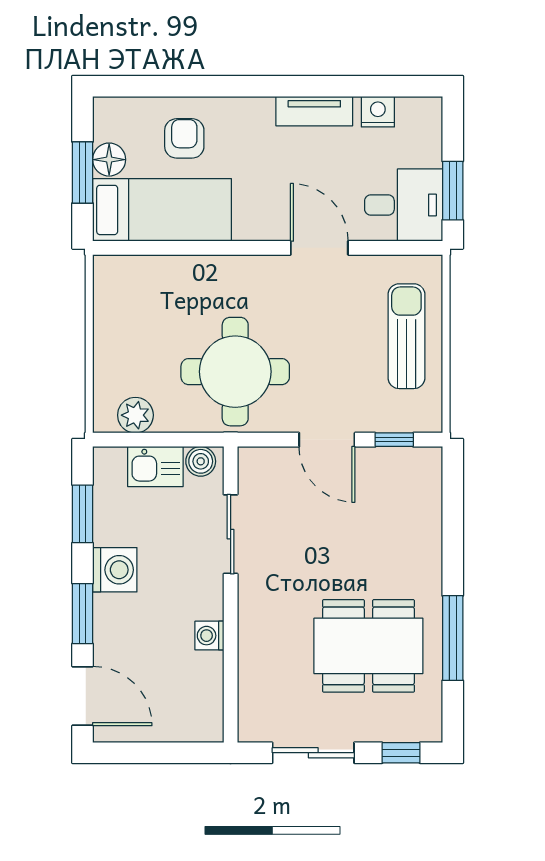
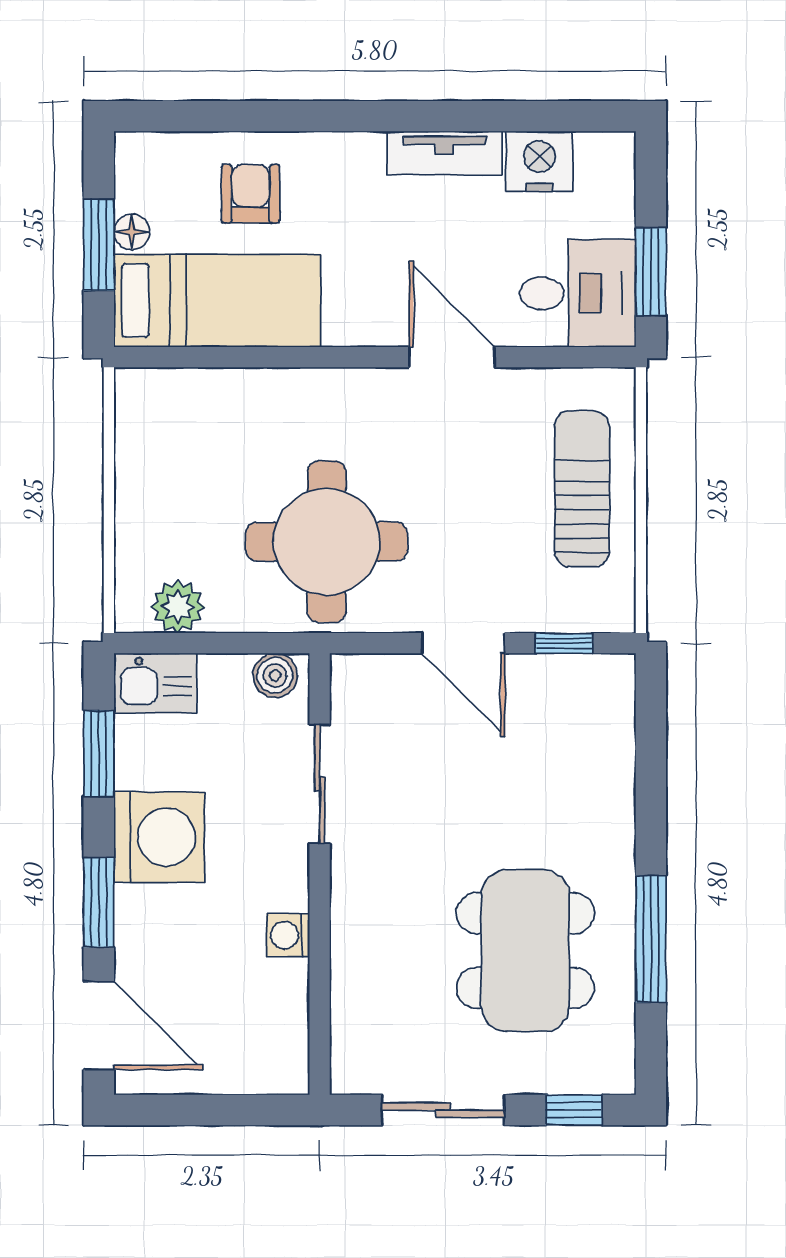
nightstand: (378, 112) -> (539, 161), width x1.36, depth x1.33
floor lamp: (109, 160) -> (132, 232), width x0.73, depth x0.73
kitchen sink: (155, 467) -> (155, 683), moved
washing machine: (115, 570) -> (159, 837), width x1.37, depth x1.37
dining table: (368, 646) -> (525, 951), turned 90

